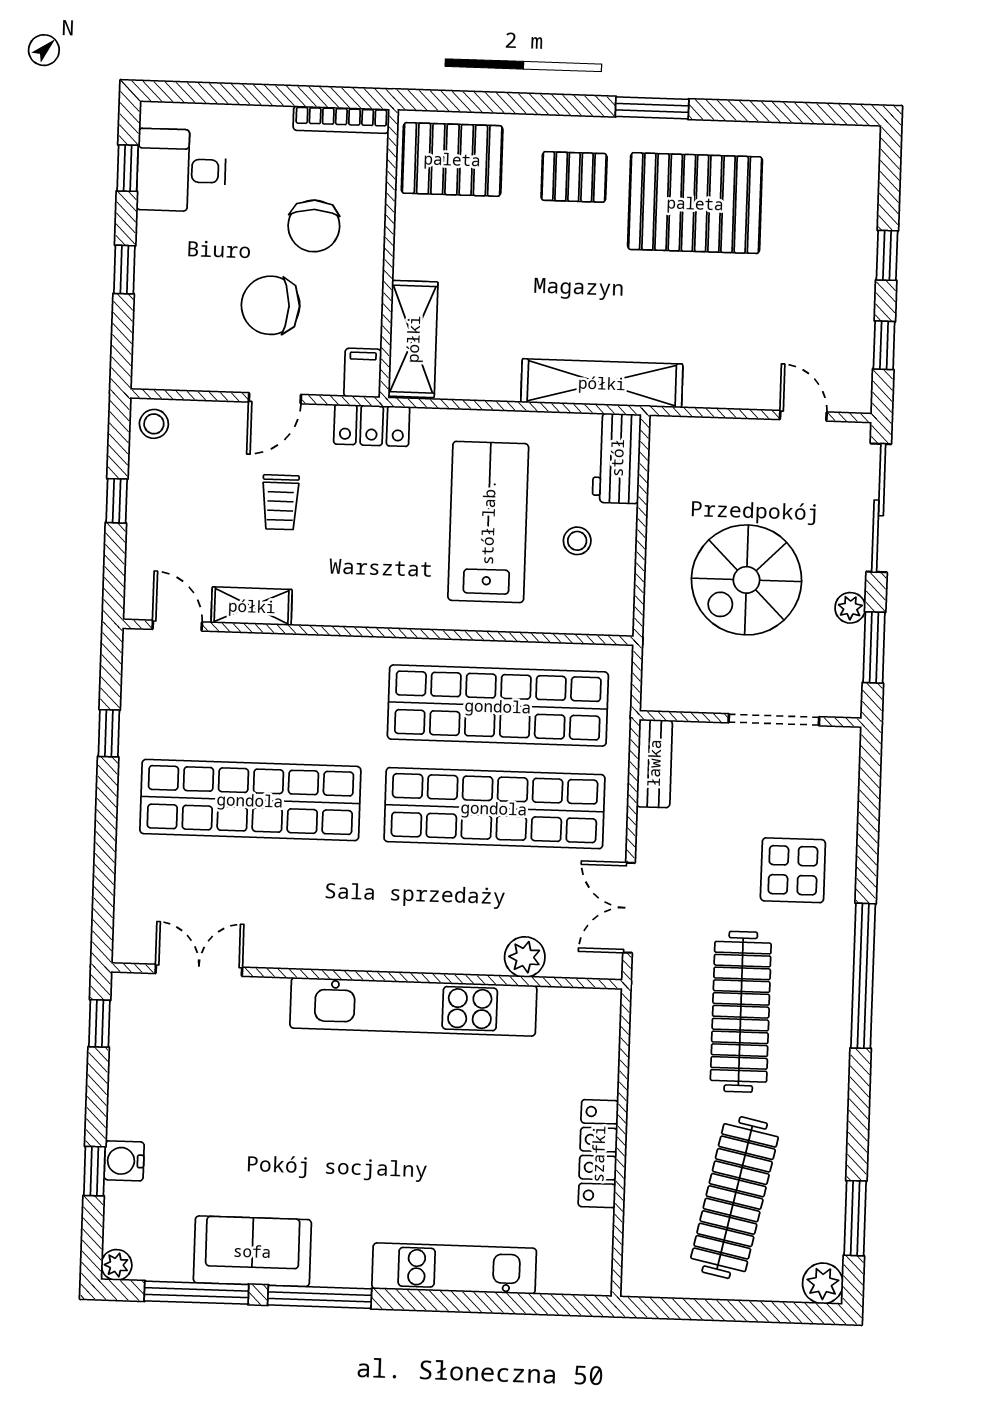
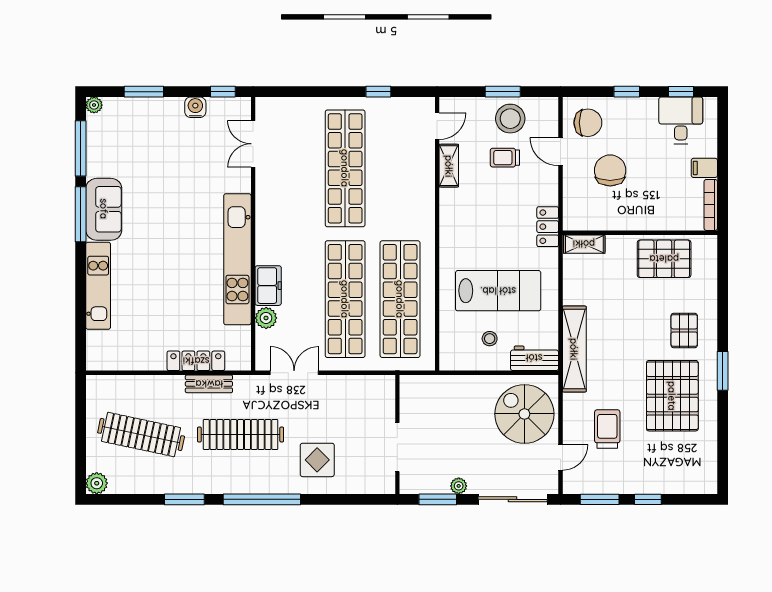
pallet: (452, 159) -> (664, 259), moved, turned 90
chair: (314, 226) -> (588, 123), moved, turned 180
trolley: (753, 327) -> (607, 429), added
shelving: (413, 339) -> (584, 244), width x0.67, depth x0.75
window: (884, 345) -> (600, 499), width x1.50
filing cabinet: (363, 373) -> (704, 168), moved, turned 180
door: (275, 398) -> (561, 152), moved
stool: (154, 424) -> (510, 119), moved, width x1.89, depth x1.89
window: (117, 501) -> (503, 92), width x1.50
trolley: (280, 502) -> (505, 158), moved
spiral stairs: (746, 580) -> (524, 414), moved
bench: (654, 763) -> (209, 384), moved
freezer: (464, 951) -> (268, 286), added
double door: (199, 970) -> (253, 144), swing flipped
locker: (598, 1154) -> (196, 361), moved
water cooler: (124, 1161) -> (195, 107), moved
window: (94, 1171) -> (144, 92), width x1.50
window: (855, 1218) -> (184, 499), moved
sofa: (252, 1251) -> (104, 209), moved

